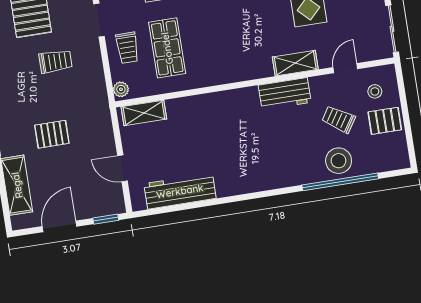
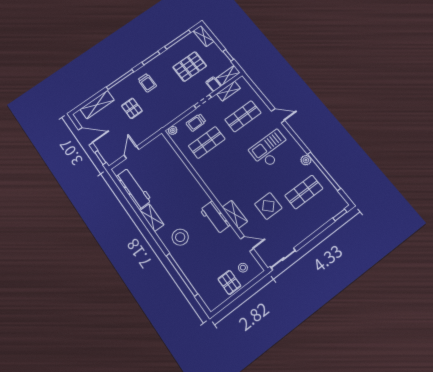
trolley: (56, 61) -> (147, 83), moved
shelving: (144, 113) -> (152, 218), moved
trolley: (339, 119) -> (217, 255), removed
stool: (339, 161) -> (180, 237), moved

